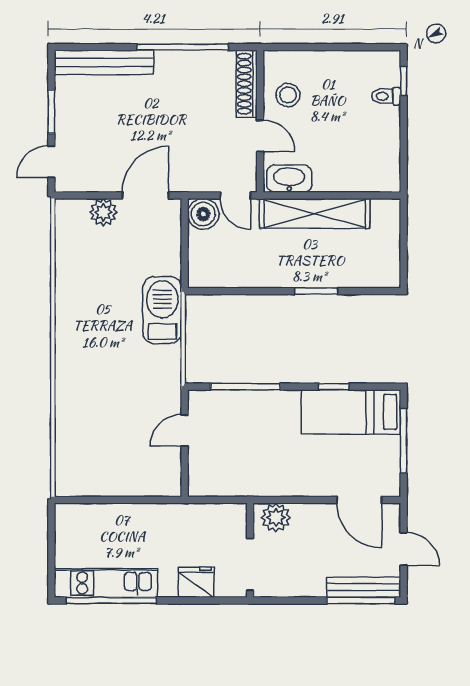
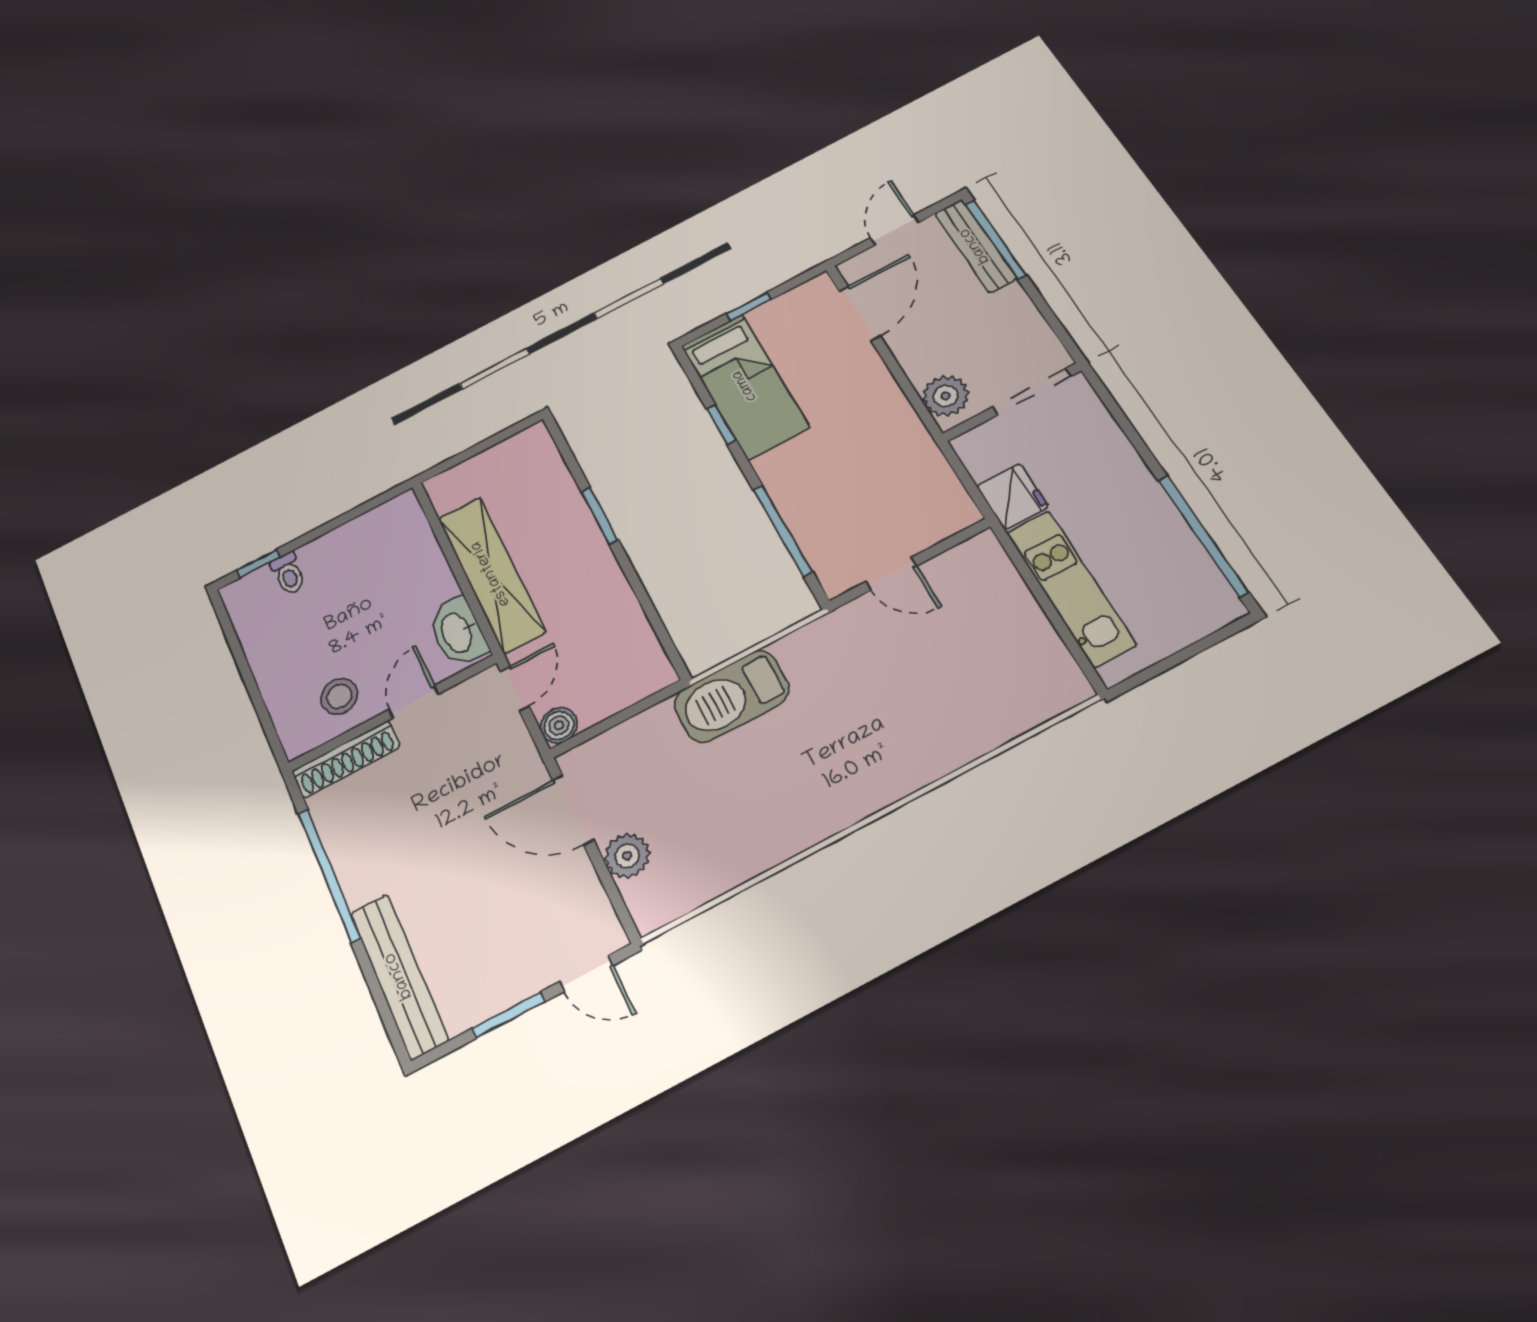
boiler: (203, 214) -> (559, 725), width x0.73, depth x0.73
window: (404, 441) -> (749, 306), width x0.46
fridge: (196, 582) -> (1012, 497), moved, turned 180
kitchen unit: (106, 583) -> (1071, 588), moved, turned 180

